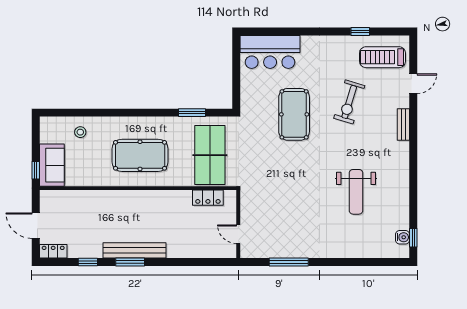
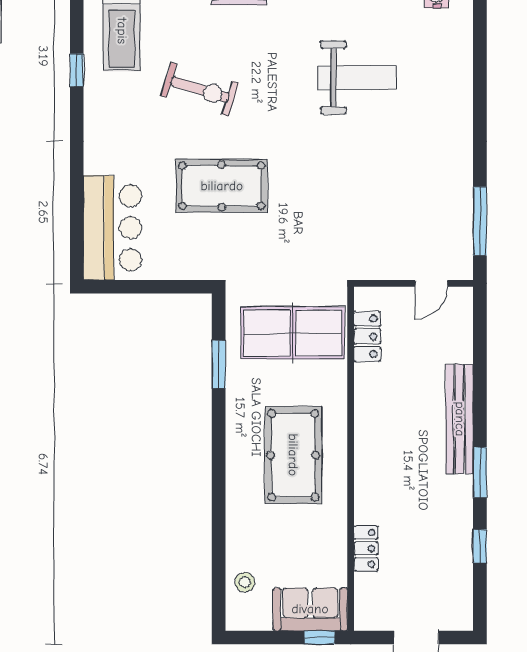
stool: (80, 132) -> (245, 582), moved
bench: (135, 250) -> (460, 419), moved
locker: (53, 251) -> (366, 549), moved, turned 180
window: (289, 262) -> (480, 221), moved

